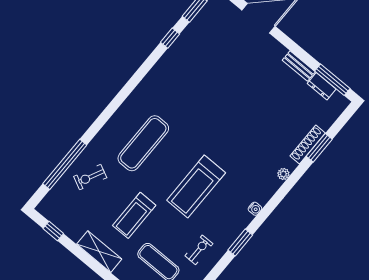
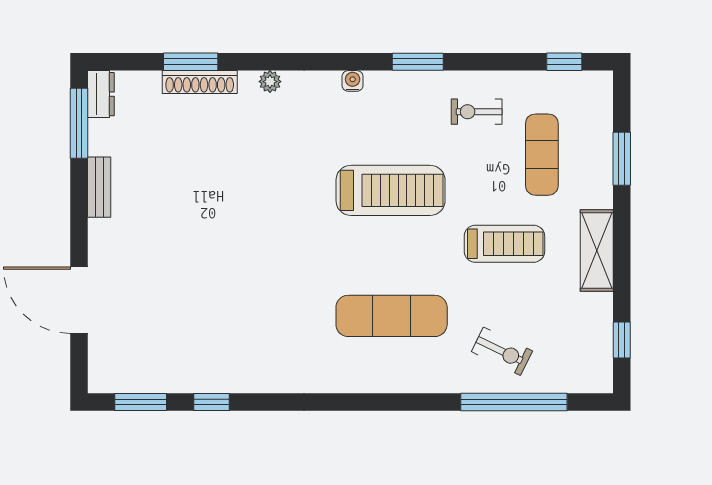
dresser: (322, 86) -> (101, 94), moved

